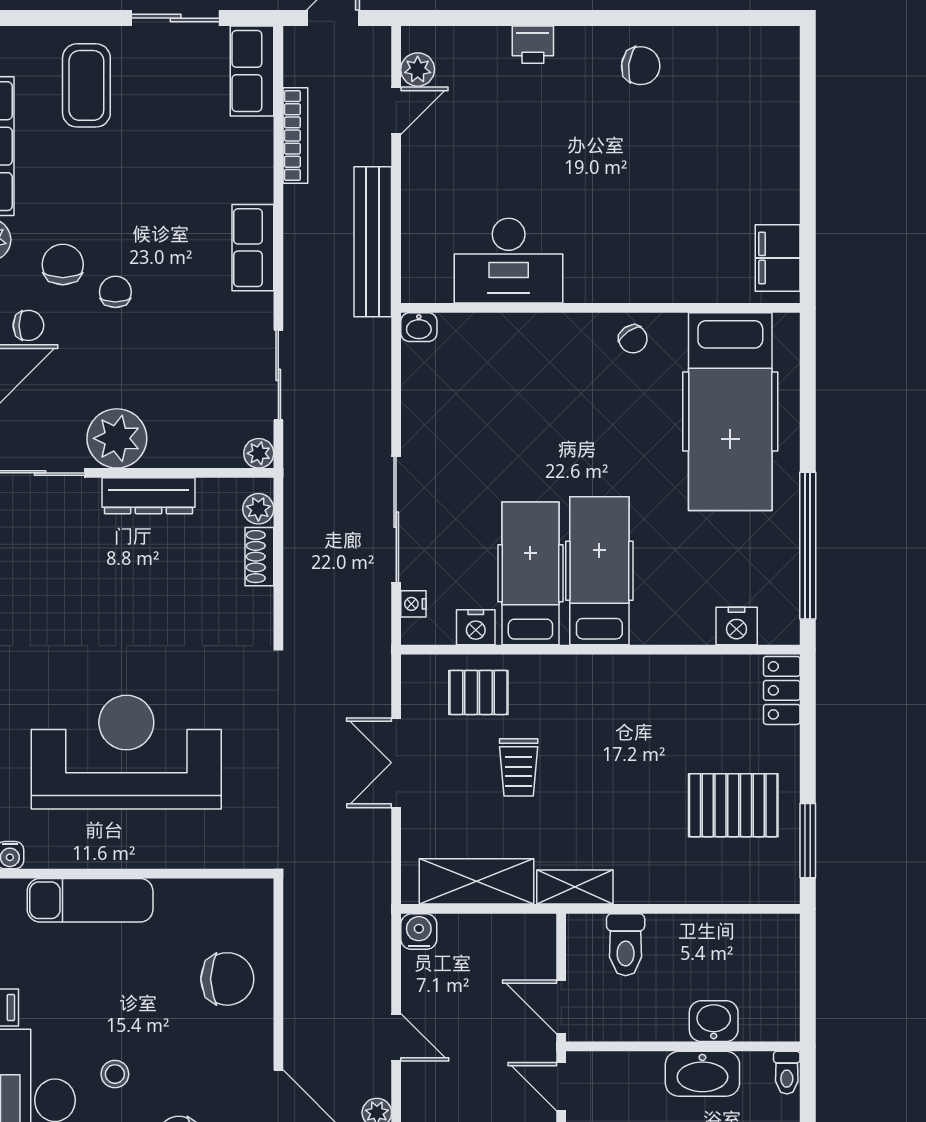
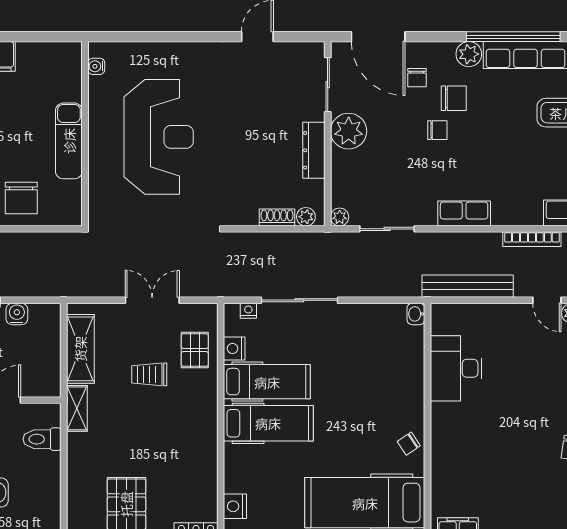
exam couch: (90, 900) -> (69, 141), moved
water cooler: (419, 932) -> (17, 314), moved, turned -90

